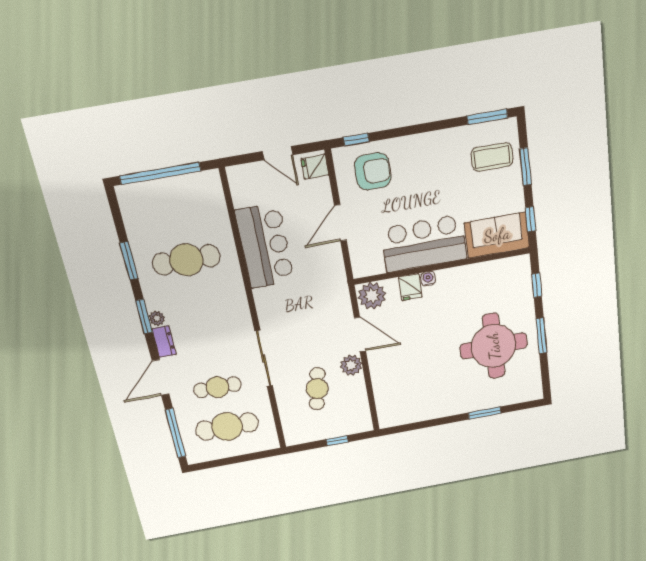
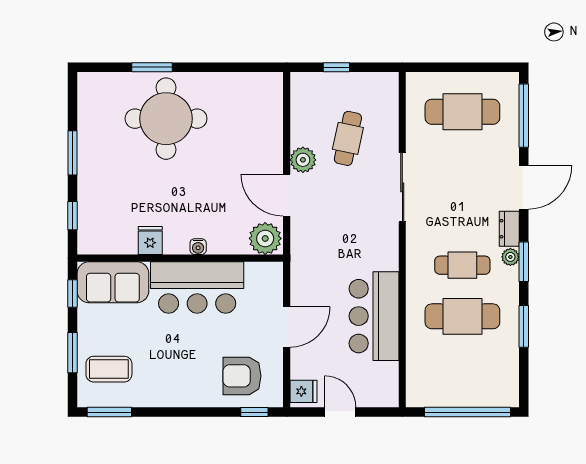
fridge: (410, 287) -> (150, 240), moved
round table: (494, 346) -> (166, 119), moved
cafe table: (217, 387) -> (462, 265), moved

